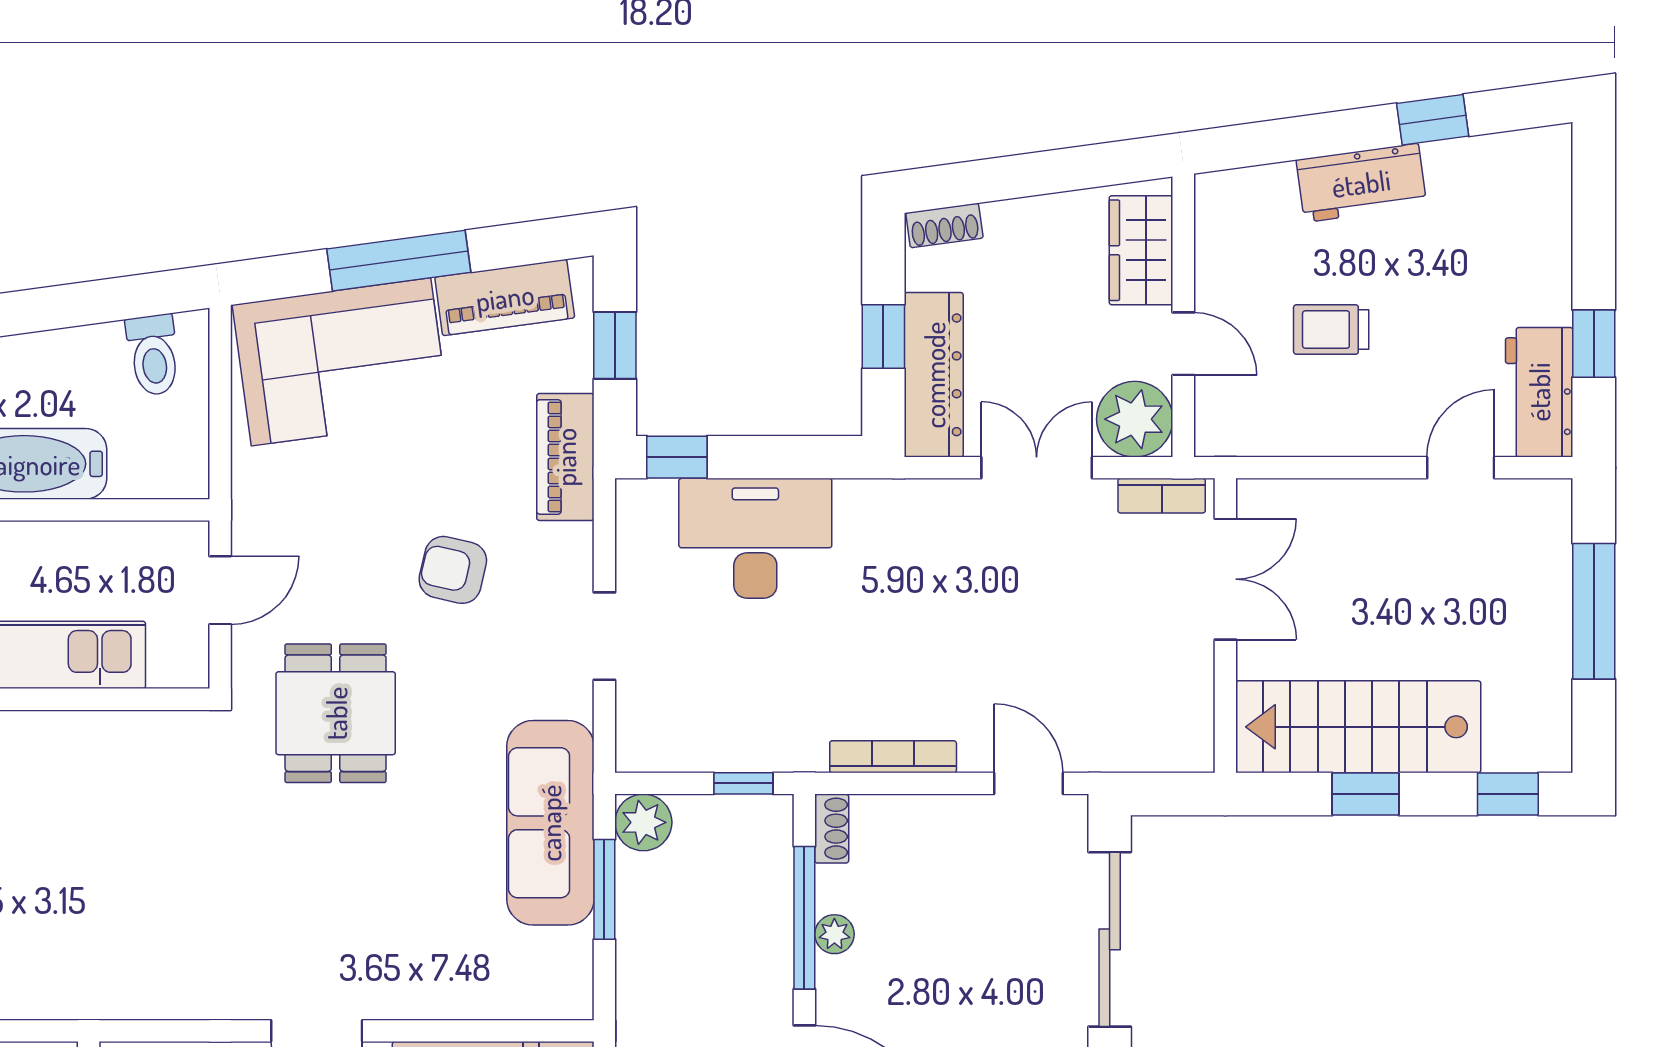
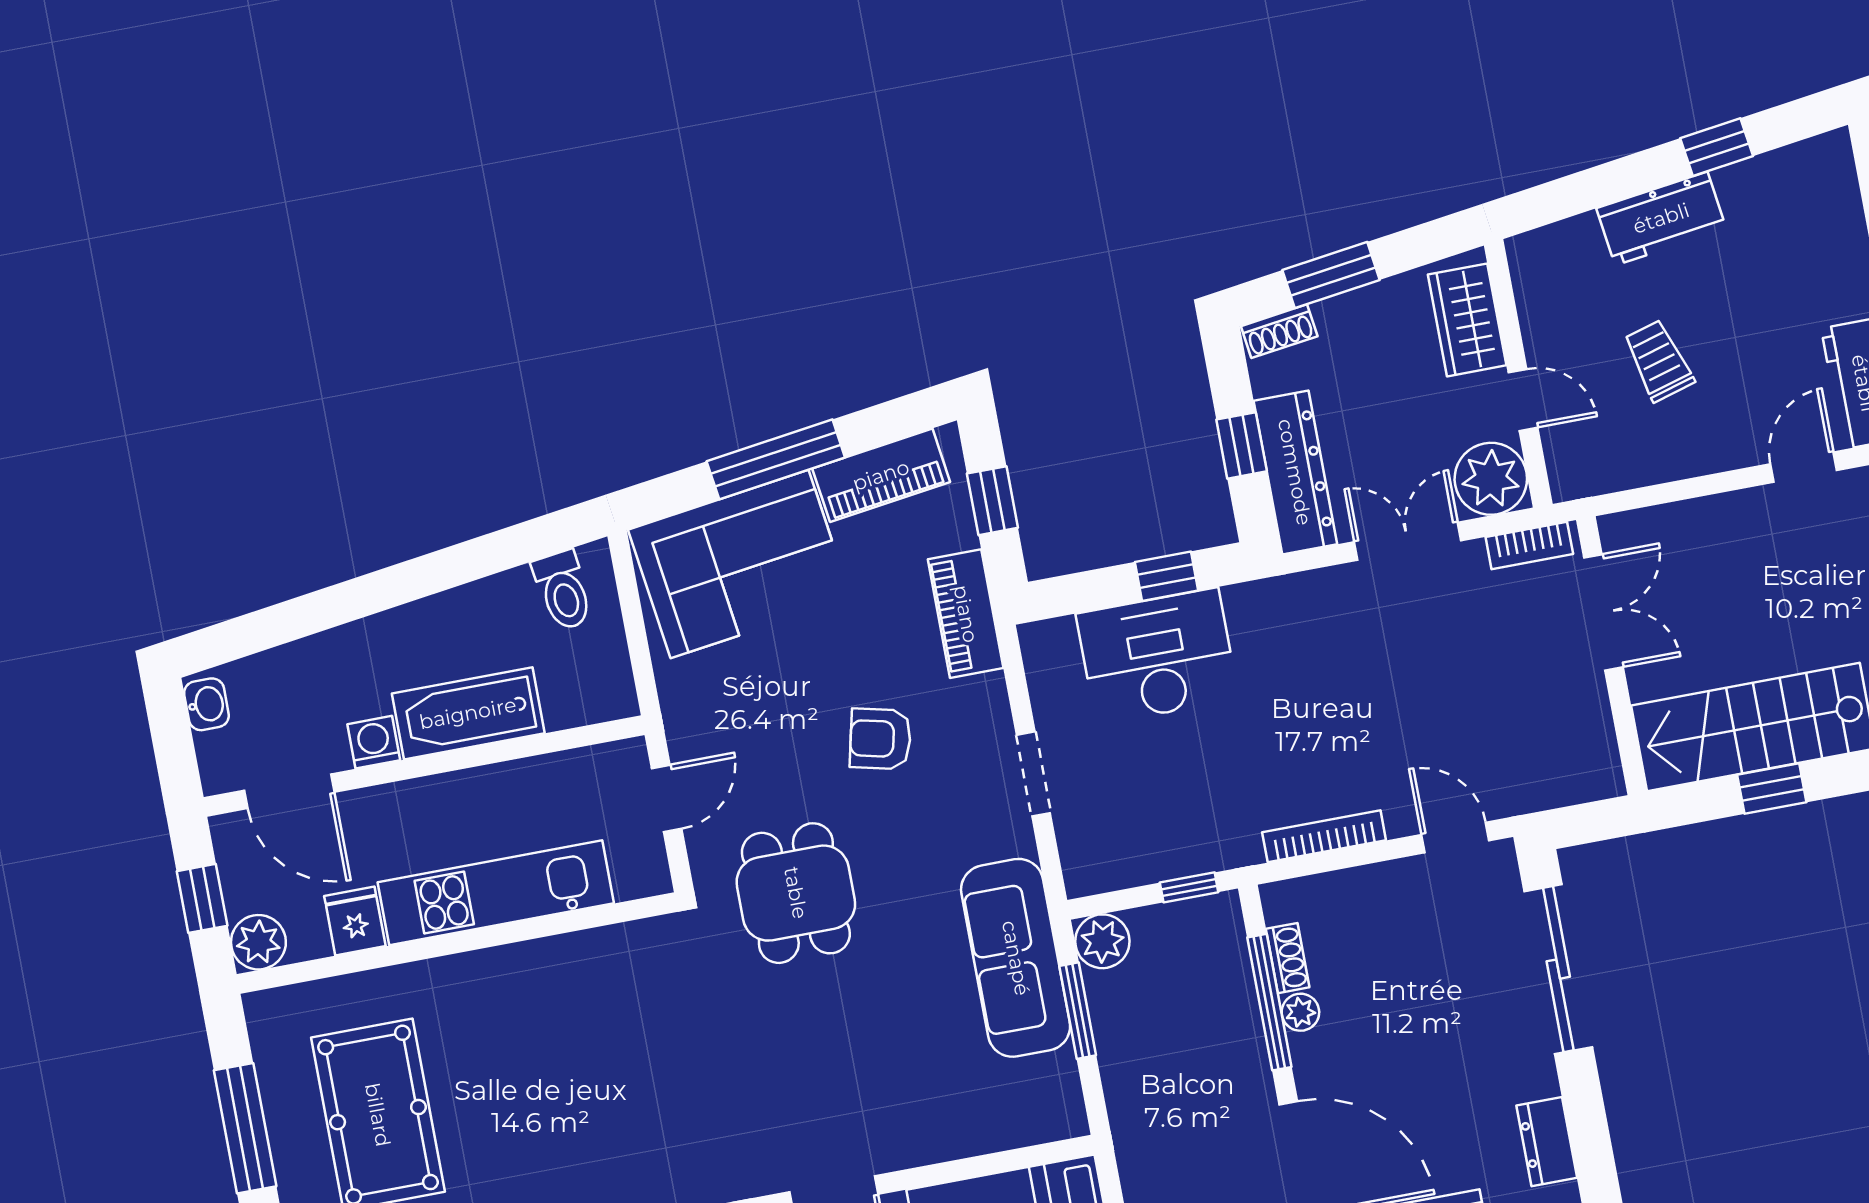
window: (1009, 177) -> (1331, 275), added
trolley: (1331, 329) -> (1659, 361), turned 74
window: (677, 457) -> (1166, 576), moved
shoe rack: (832, 829) -> (1288, 958), moved

